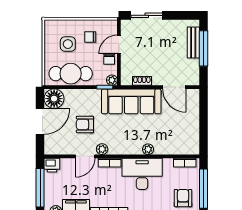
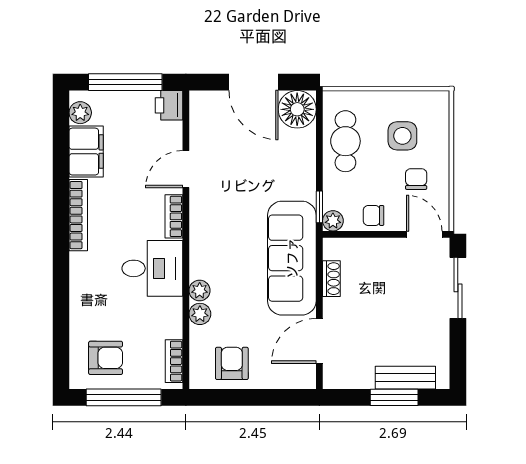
door: (119, 44) -> (424, 234), moved
window: (203, 48) -> (394, 397), width x0.69
cafe table: (71, 74) -> (345, 141), width x0.73, depth x0.74
armchair: (85, 124) -> (232, 363), moved
plant: (102, 149) -> (200, 314), moved
door: (85, 156) -> (186, 169), hinge flipped
desk: (142, 174) -> (152, 268), width x0.73

